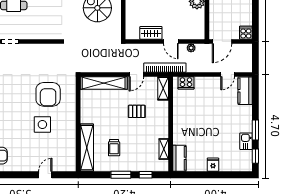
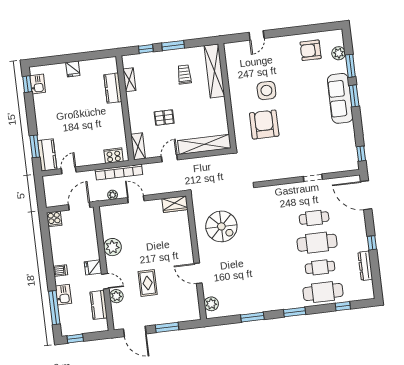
wardrobe: (151, 33) -> (175, 204), moved
bookcase: (165, 68) -> (119, 172), moved
window: (255, 130) -> (35, 146), moved
kitchen sink: (246, 141) -> (38, 84), moved
kitchen counter: (179, 158) -> (113, 88), moved

